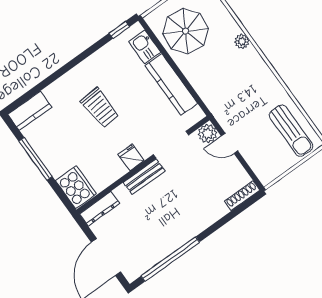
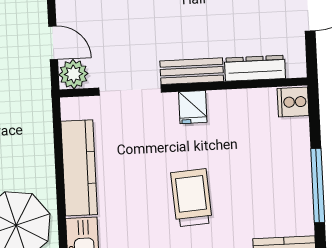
cooker: (76, 187) -> (293, 102), width x0.53, depth x0.76
dresser: (99, 209) -> (255, 68), moved

